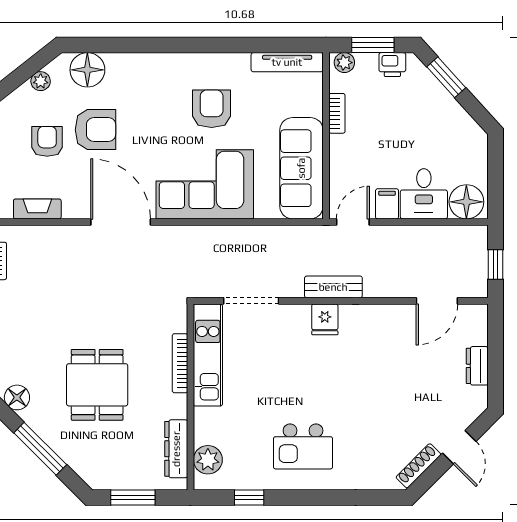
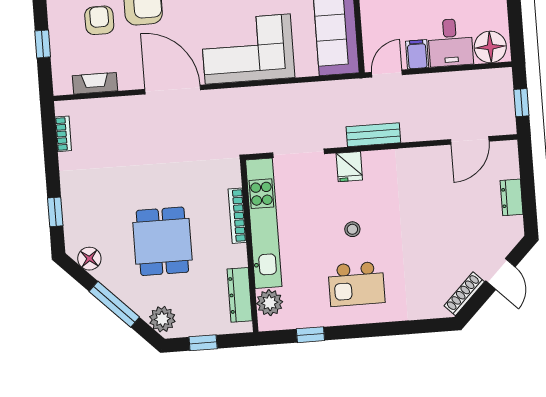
fridge: (325, 319) -> (349, 167), moved
kitchen unit: (208, 355) -> (264, 223), width x1.36
stool: (303, 387) -> (352, 229), added
plant: (91, 469) -> (162, 319), added
window: (133, 497) -> (203, 343), width x0.67

